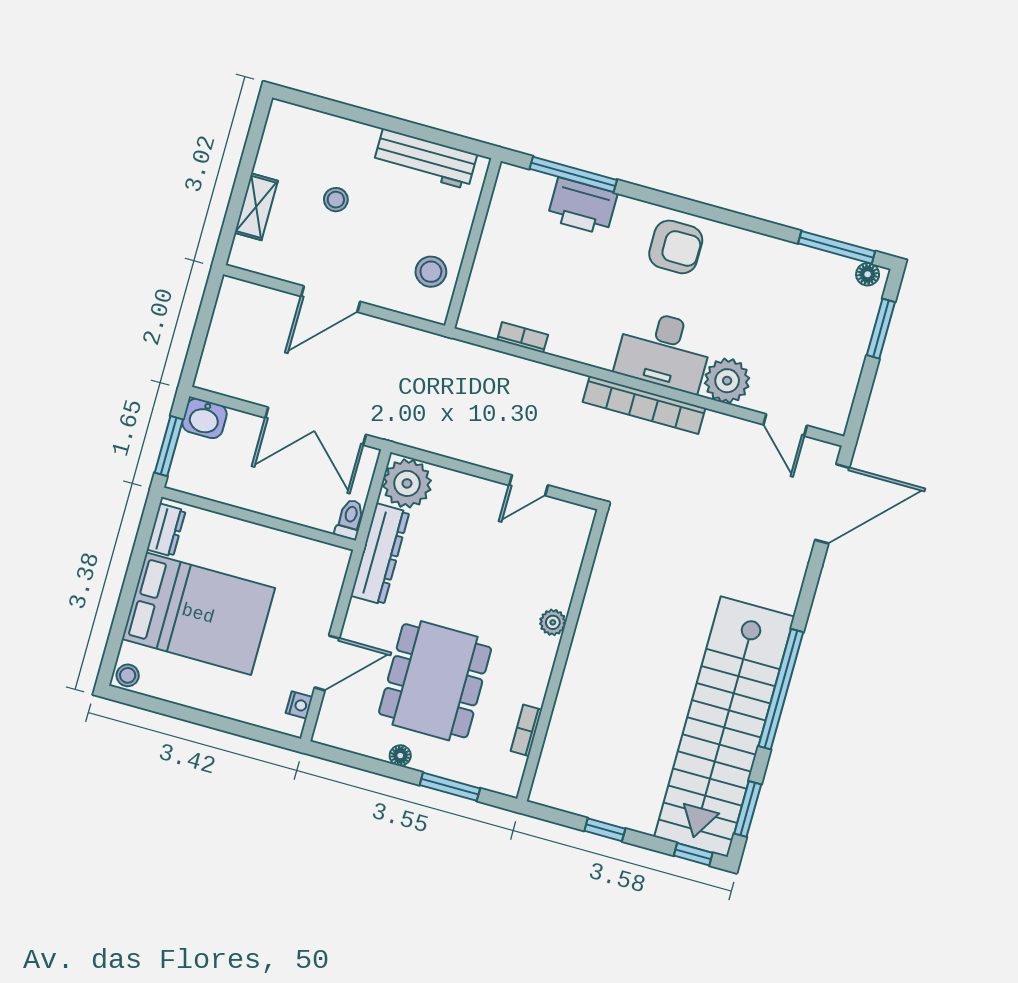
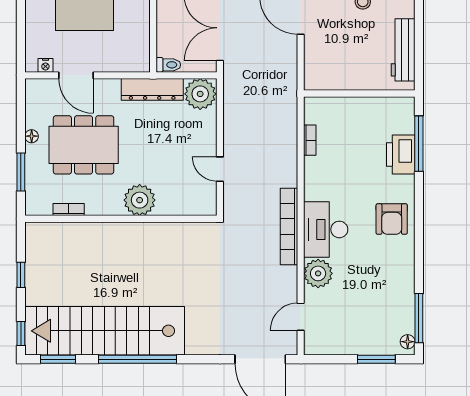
stool: (431, 272) -> (335, 73), removed
plant: (553, 622) -> (140, 200), width x1.88, depth x1.88

